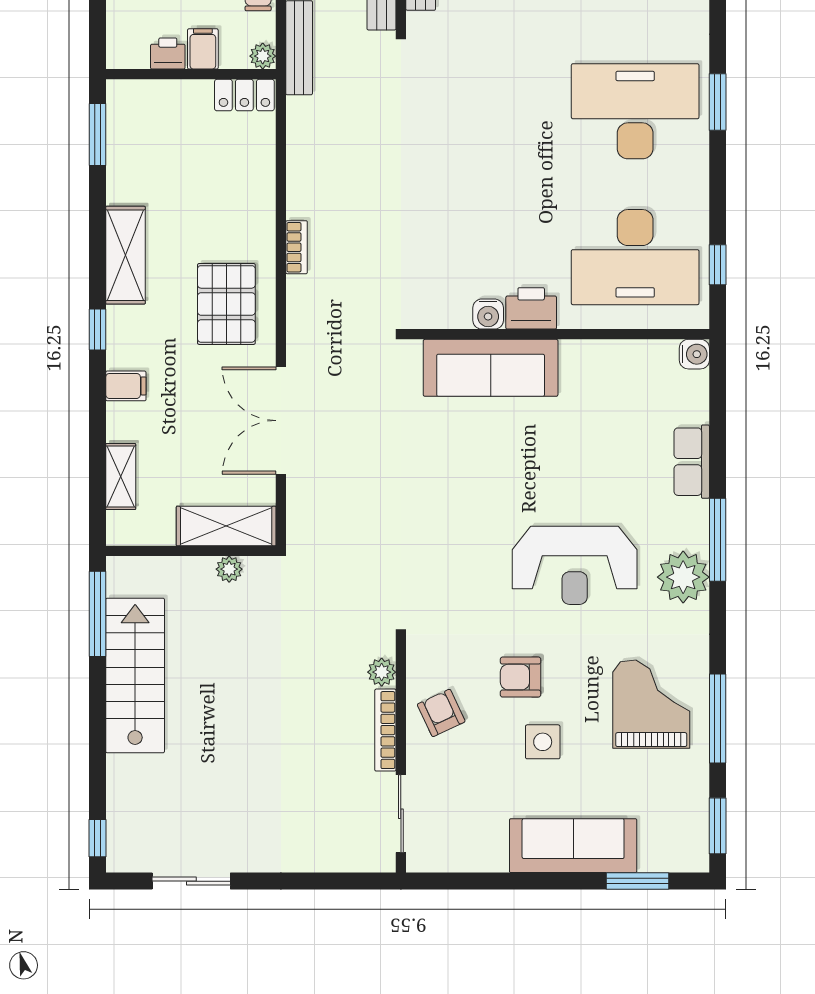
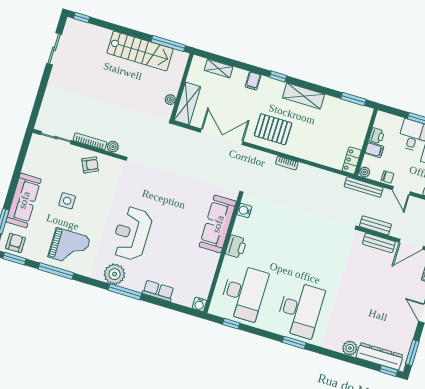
desk: (635, 257) -> (244, 293), turned 180
water cooler: (488, 314) -> (244, 210), moved
armchair: (521, 677) -> (15, 243), moved

